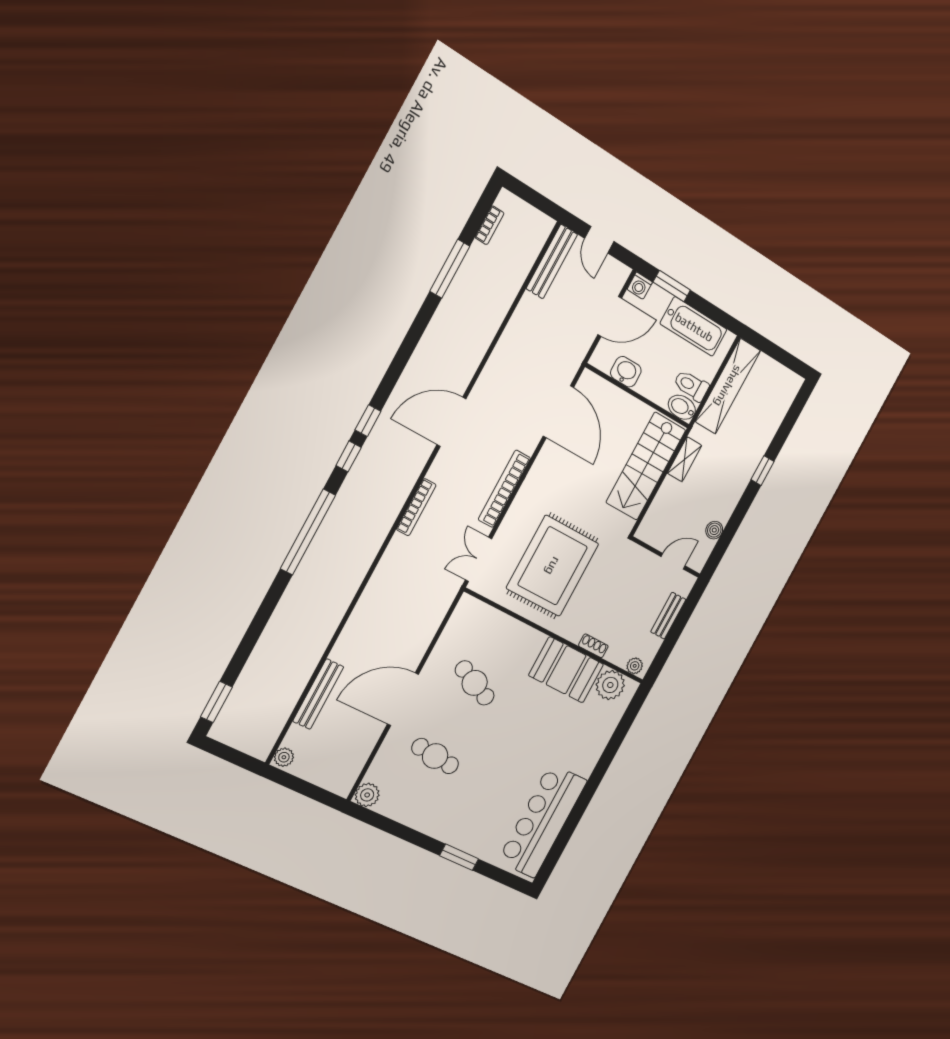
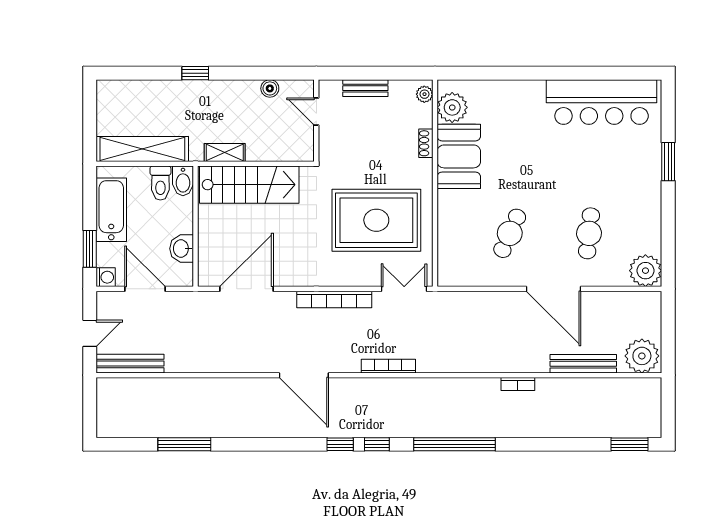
bookcase: (489, 225) -> (518, 384), moved, turned 180
double door: (478, 559) -> (404, 289), swing flipped
plant: (284, 757) -> (642, 356), width x1.88, depth x1.88
plant: (367, 795) -> (645, 271), width x1.36, depth x1.36

